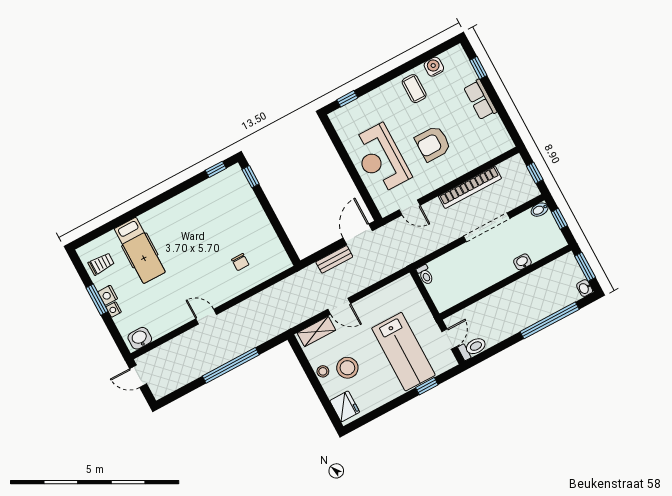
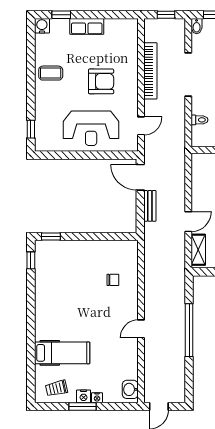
water cooler: (434, 67) -> (42, 26), moved, turned 90
armchair: (433, 143) -> (101, 81), turned -90
trolley: (101, 264) -> (56, 388), turned -103
toilet: (425, 275) -> (200, 120), moved

